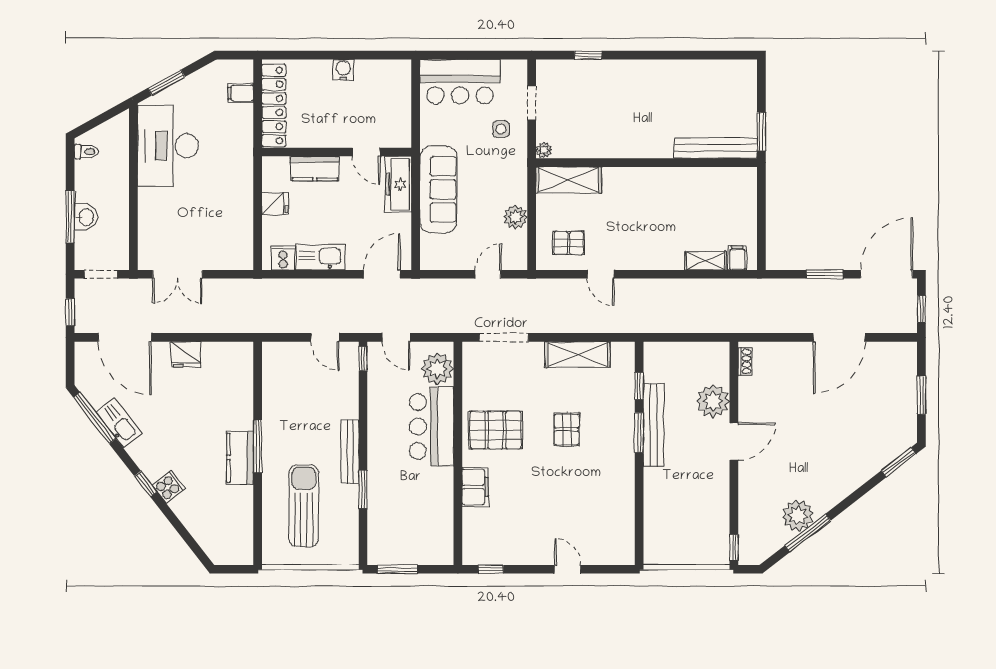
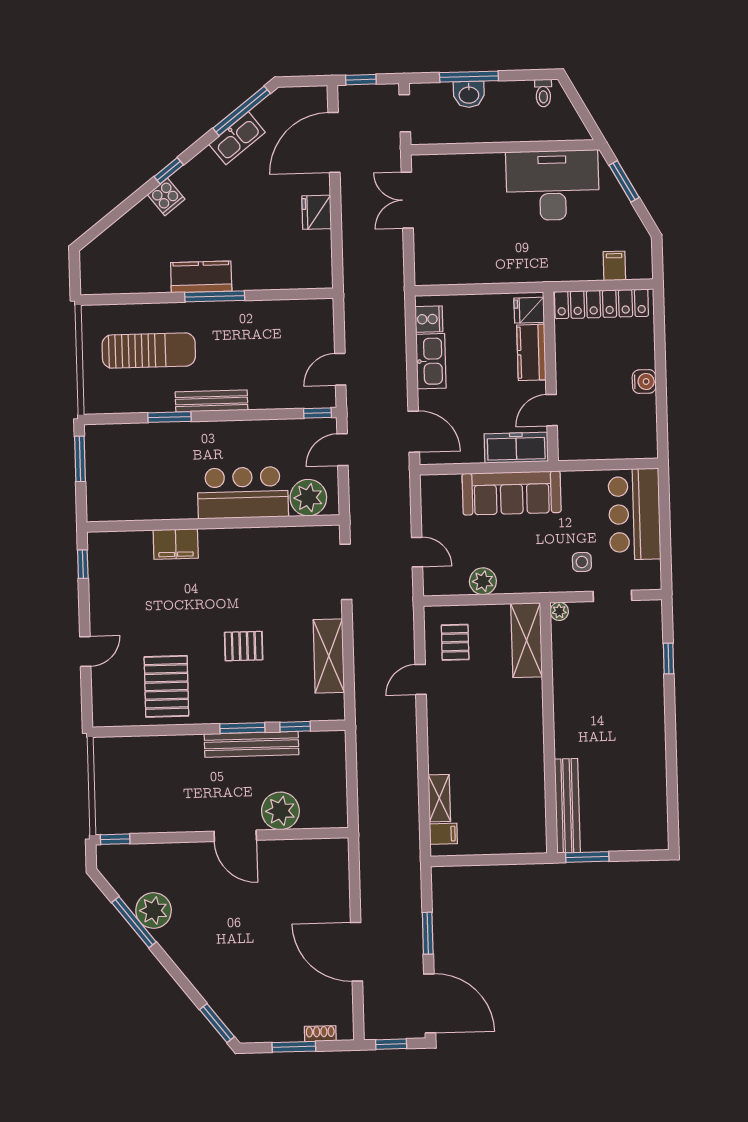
fridge: (275, 203) -> (529, 310), moved, turned 90
shoe rack: (745, 362) -> (320, 1034), moved, turned 180
pallet: (496, 430) -> (166, 686), moved

